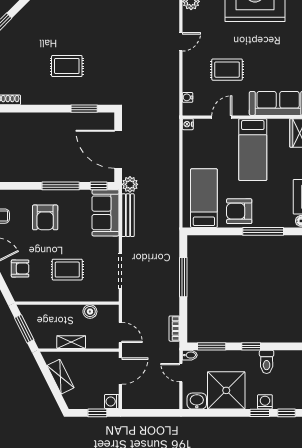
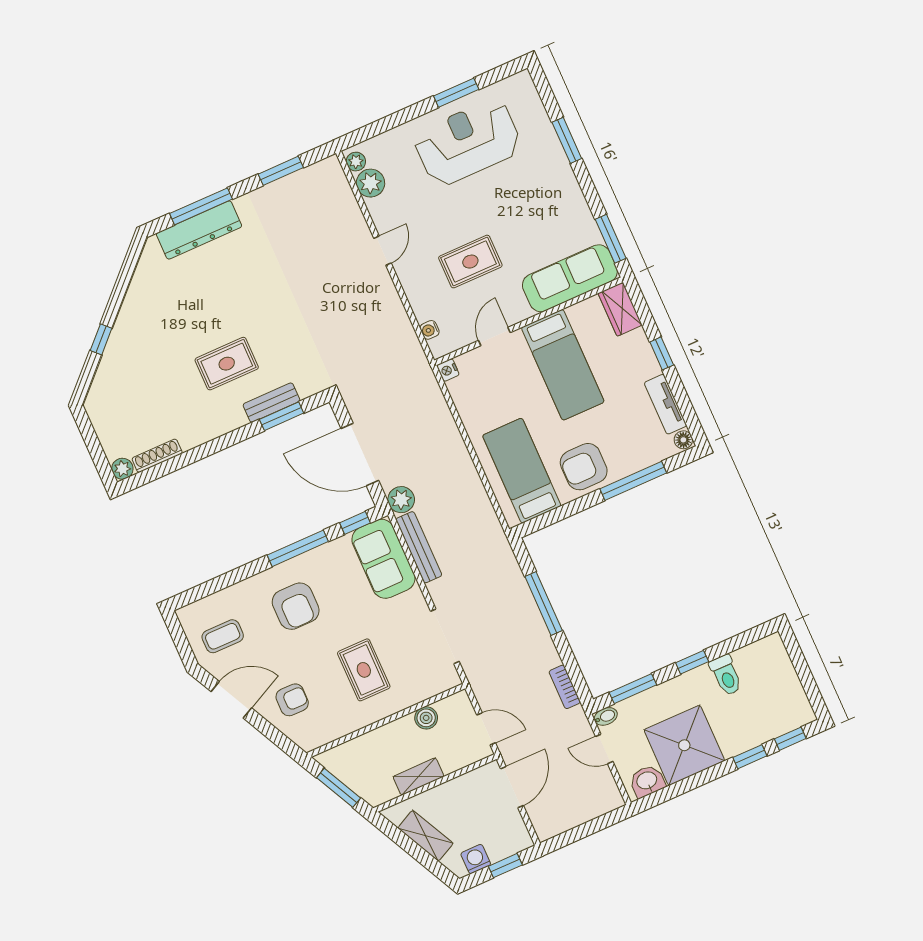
bench: (82, 99) -> (271, 403), added
rug: (67, 270) -> (364, 670), turned 90
washing machine: (112, 401) -> (476, 859), moved, turned 90
washing machine: (265, 402) -> (750, 737), removed

